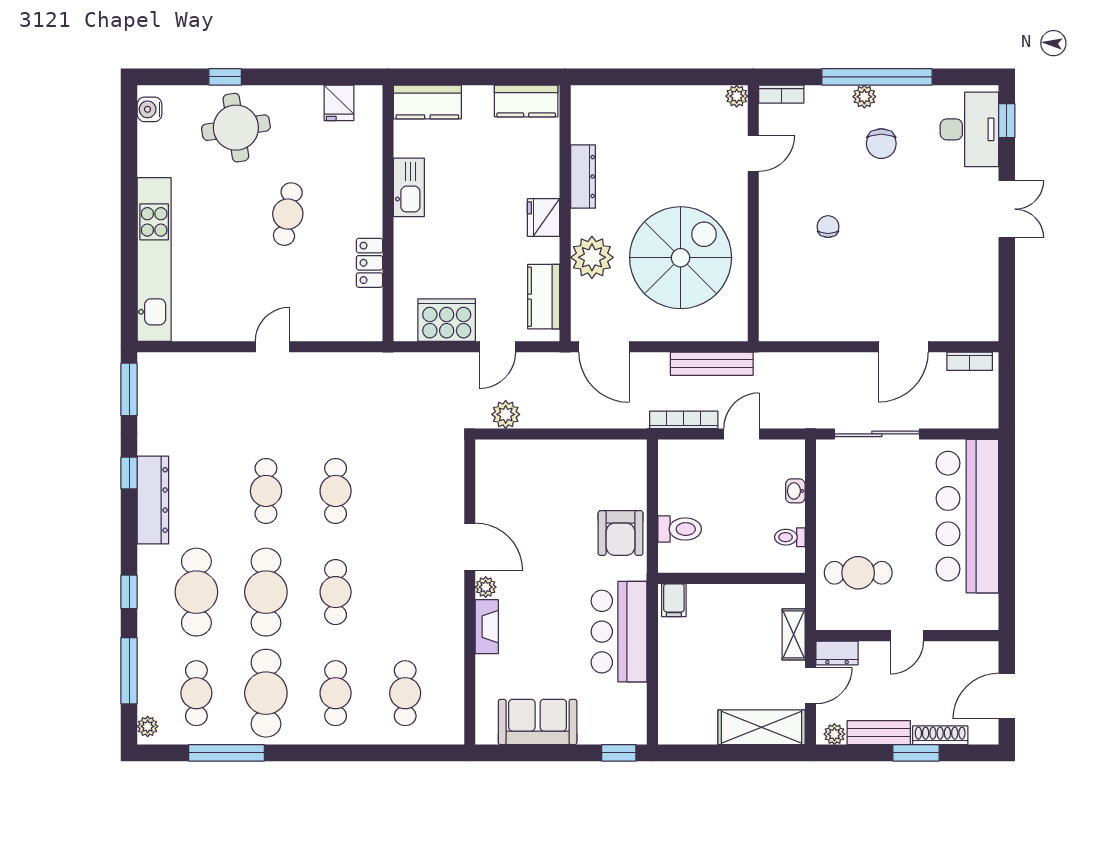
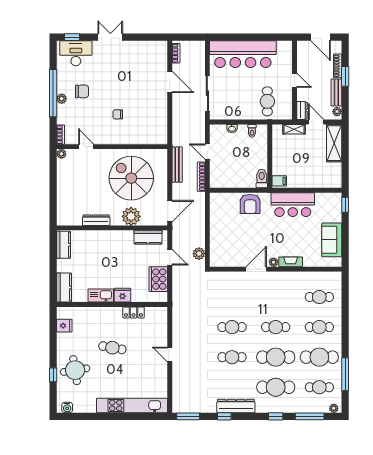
fridge: (544, 218) -> (123, 295), moved, turned 180
toilet: (680, 529) -> (262, 178), moved
armchair: (621, 533) -> (250, 204), turned 90

